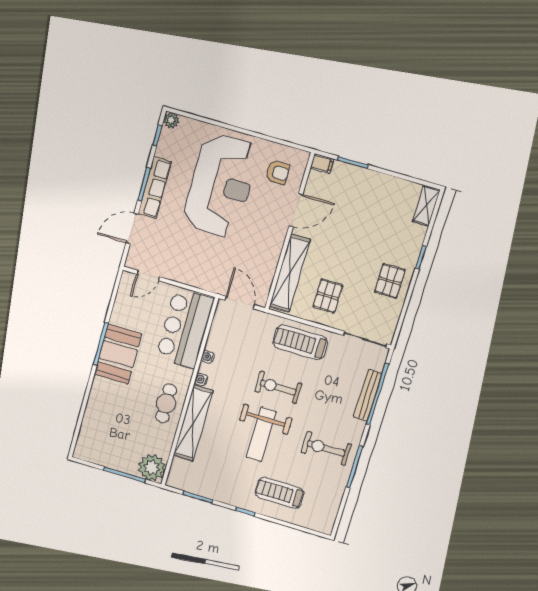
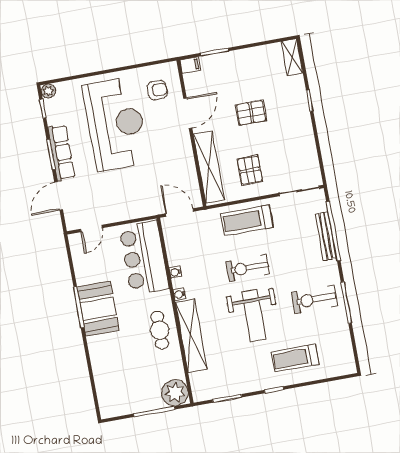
pallet: (390, 281) -> (251, 113), moved, turned 90

